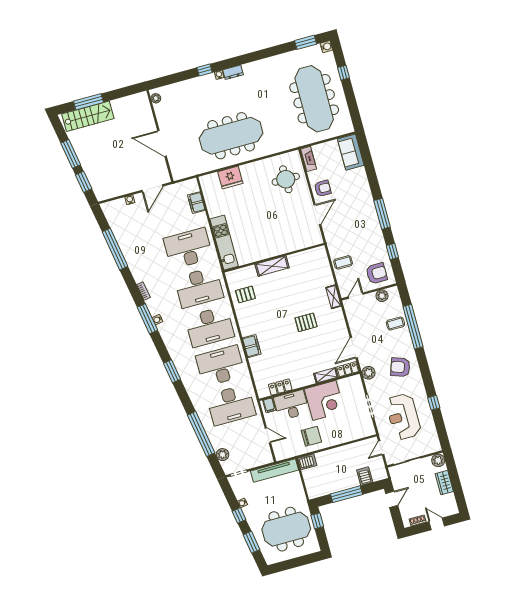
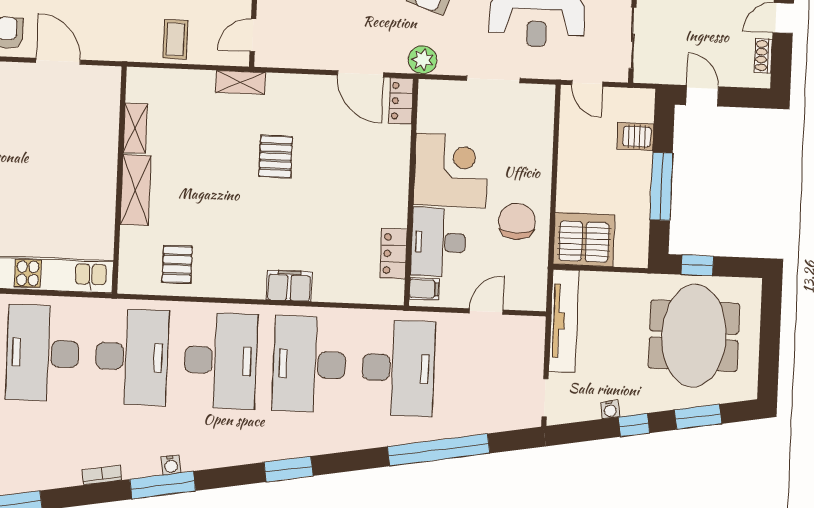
door: (356, 296) -> (253, 35), hinge flipped
shelving: (326, 375) -> (135, 128), moved
plant: (223, 455) -> (496, 419), removed
server rack: (307, 462) -> (584, 240), width x2.18, depth x1.44

